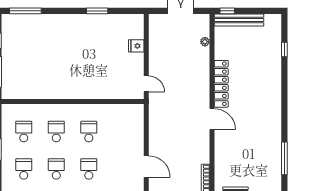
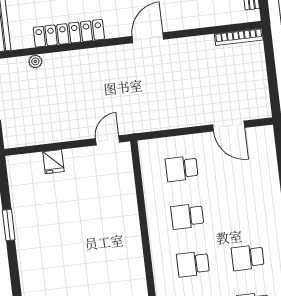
locker: (221, 84) -> (69, 33), moved
door: (146, 167) -> (229, 126), swing flipped
school desk: (89, 169) -> (182, 169), moved

